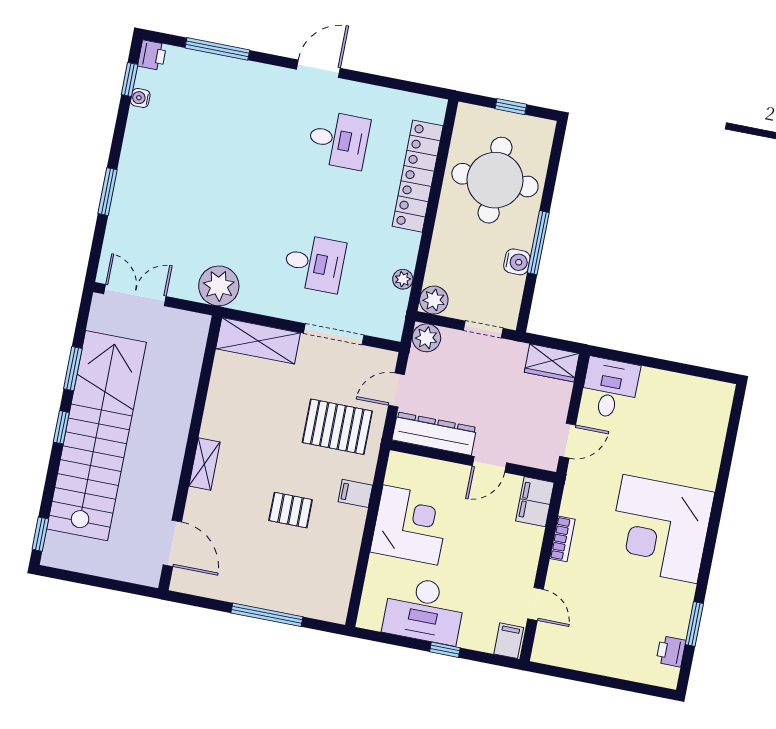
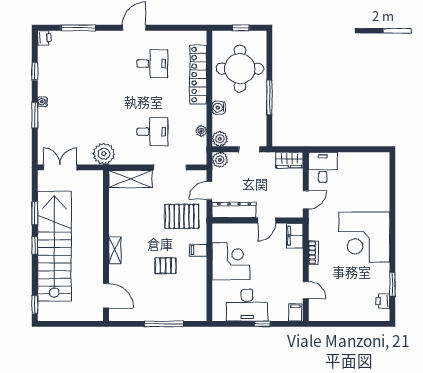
window: (130, 79) -> (35, 71), moved
water cooler: (140, 98) -> (42, 102), moved
water cooler: (517, 262) -> (219, 108), moved, turned 180

